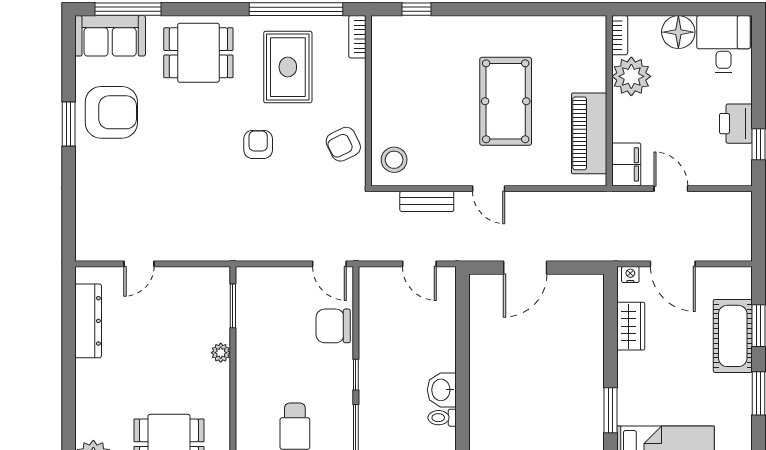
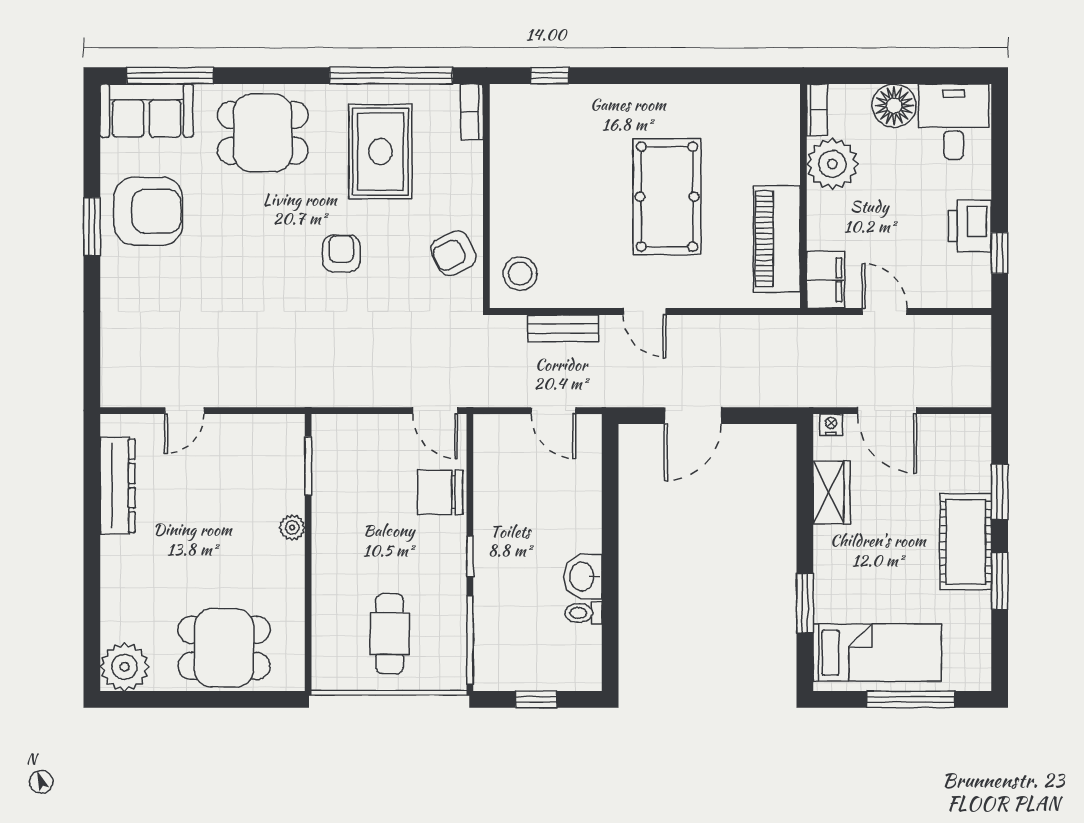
cot: (733, 336) -> (966, 542), moved

